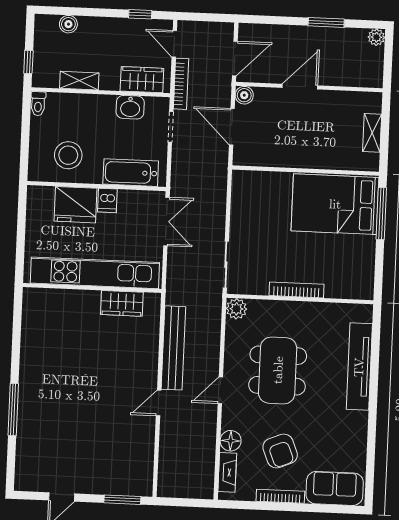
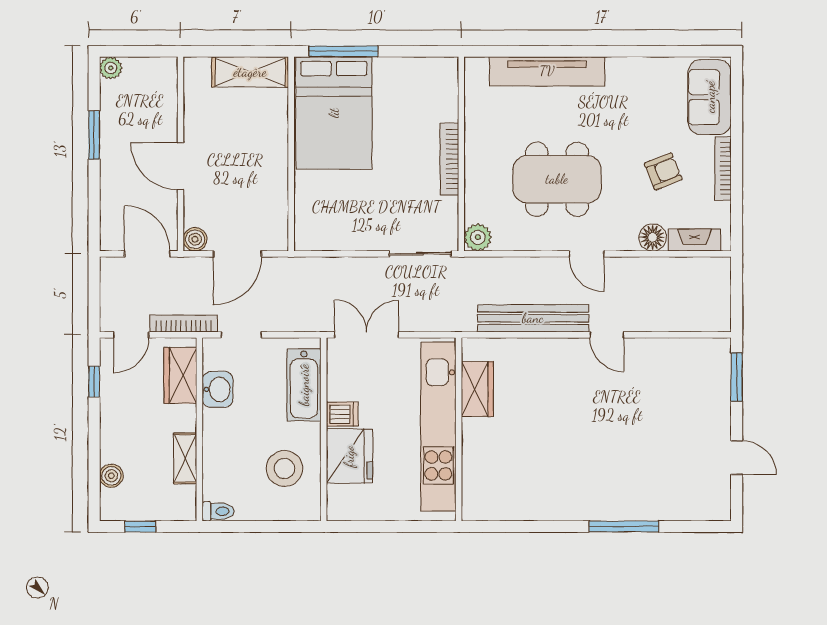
window: (28, 62) -> (140, 526), moved
shelving: (372, 133) -> (250, 72), width x1.50, depth x1.33
armchair: (280, 451) -> (663, 171), width x0.72, depth x0.72

